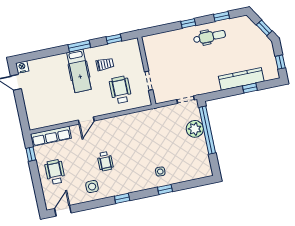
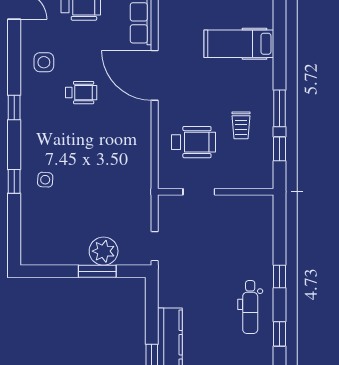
window: (79, 46) -> (280, 108), moved
hospital bed: (79, 71) -> (239, 44), moved
door: (86, 120) -> (155, 75), width x1.88
window: (207, 130) -> (97, 271), width x0.47
wheelchair: (105, 161) -> (81, 93), turned 180

